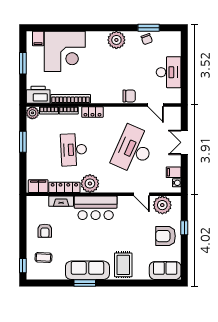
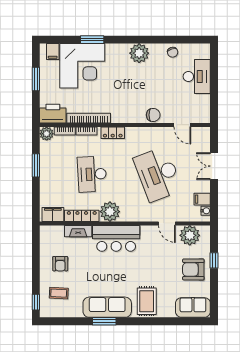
window: (149, 28) -> (92, 40), moved
desk: (169, 72) -> (197, 76), moved
desk: (133, 150) -> (158, 174), turned -45

